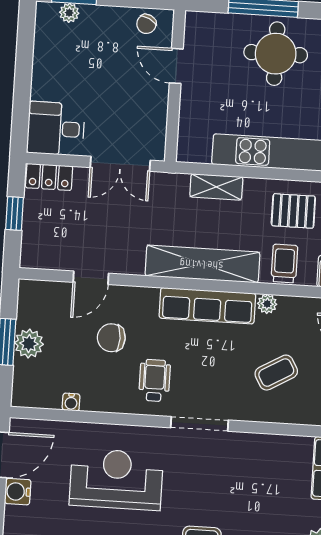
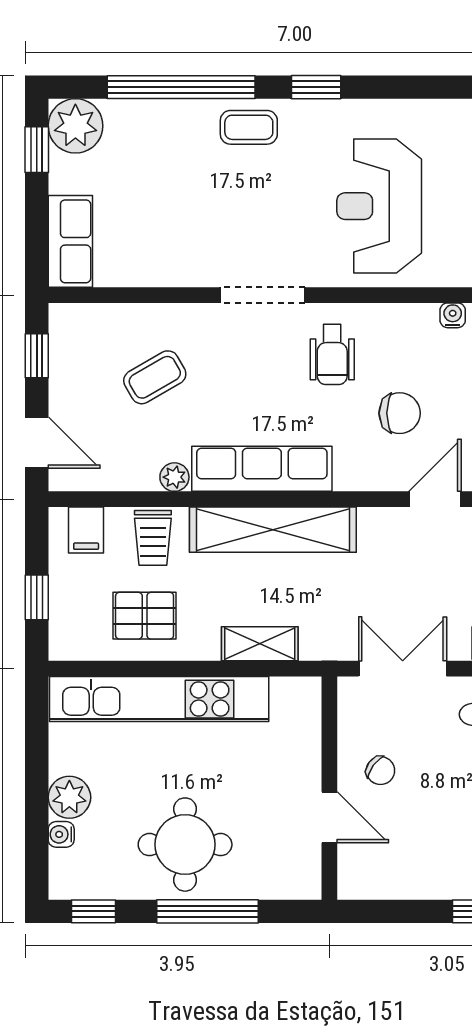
chair: (146, 24) -> (380, 771), moved, turned 99
reception desk: (116, 479) -> (379, 206), turned 90

